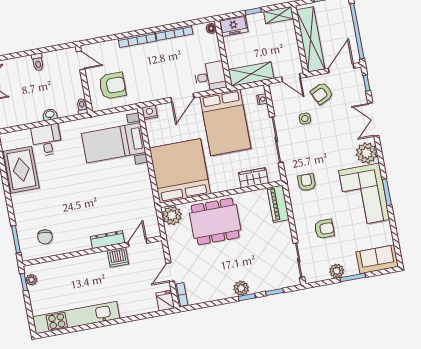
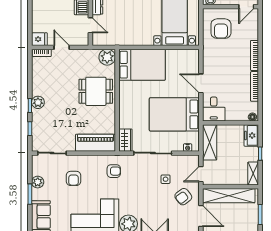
armchair: (322, 93) -> (183, 197), turned -101
nightstand: (150, 112) -> (194, 55), removed
bed: (180, 171) -> (142, 65), width x0.73
wardrobe: (253, 178) -> (125, 140), moved
piano: (278, 204) -> (95, 143), width x1.37, depth x1.33
dining table: (215, 221) -> (96, 91), width x0.73

